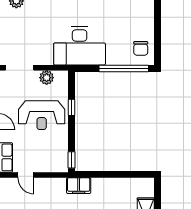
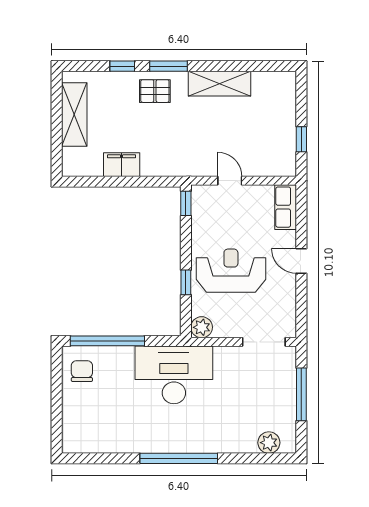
plant: (47, 78) -> (202, 327), moved
door: (26, 175) -> (230, 181), moved
filing cabinet: (79, 186) -> (122, 165), moved

